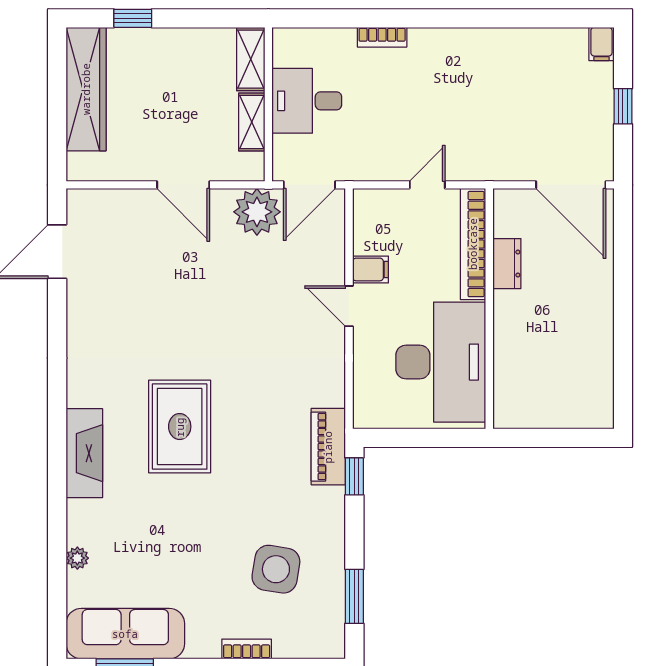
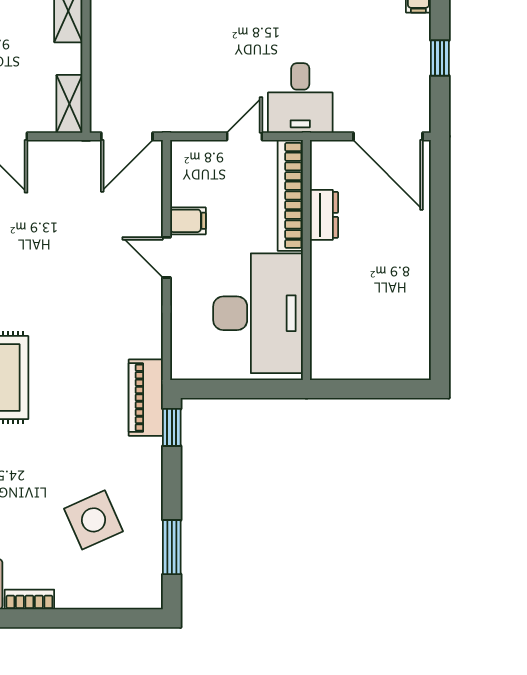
desk: (307, 101) -> (300, 98), moved, turned -90
shelving: (252, 122) -> (69, 104), moved
plant: (257, 212) -> (75, 163), removed
side table: (276, 569) -> (94, 520), turned -33
bookcase: (247, 649) -> (29, 599), moved

